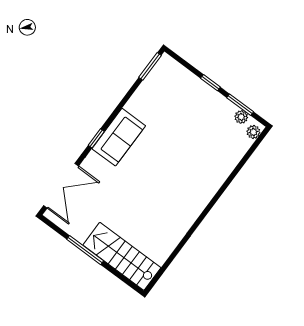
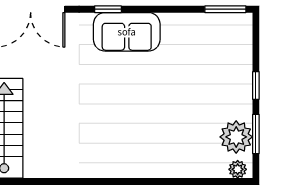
plant: (241, 117) -> (236, 137), width x1.87, depth x1.87

